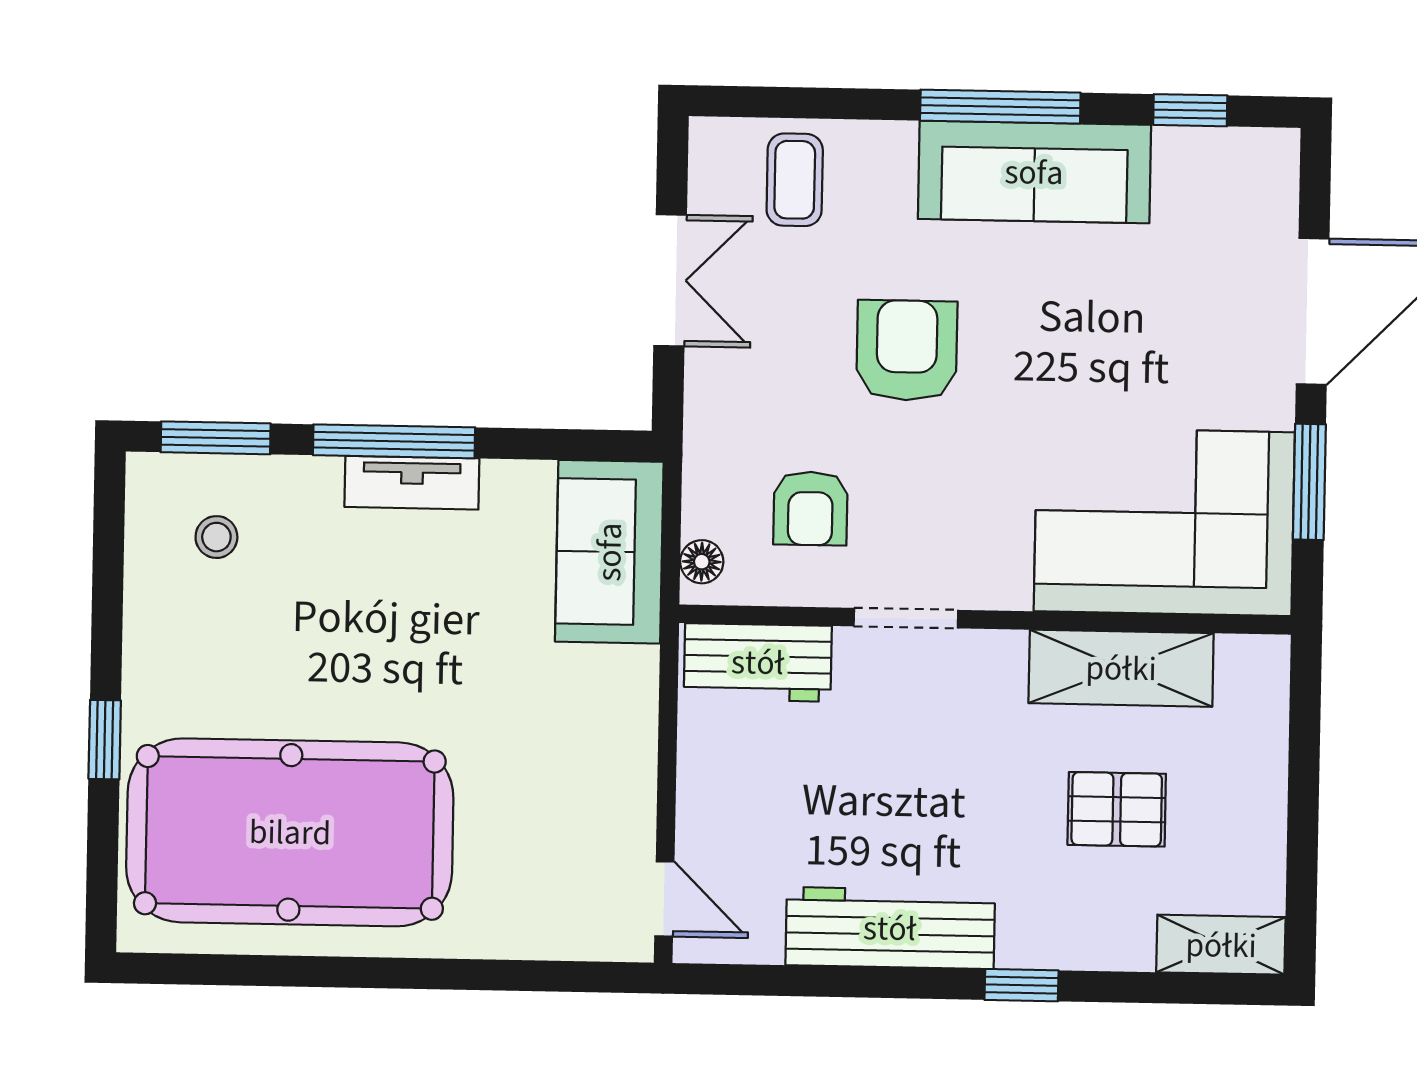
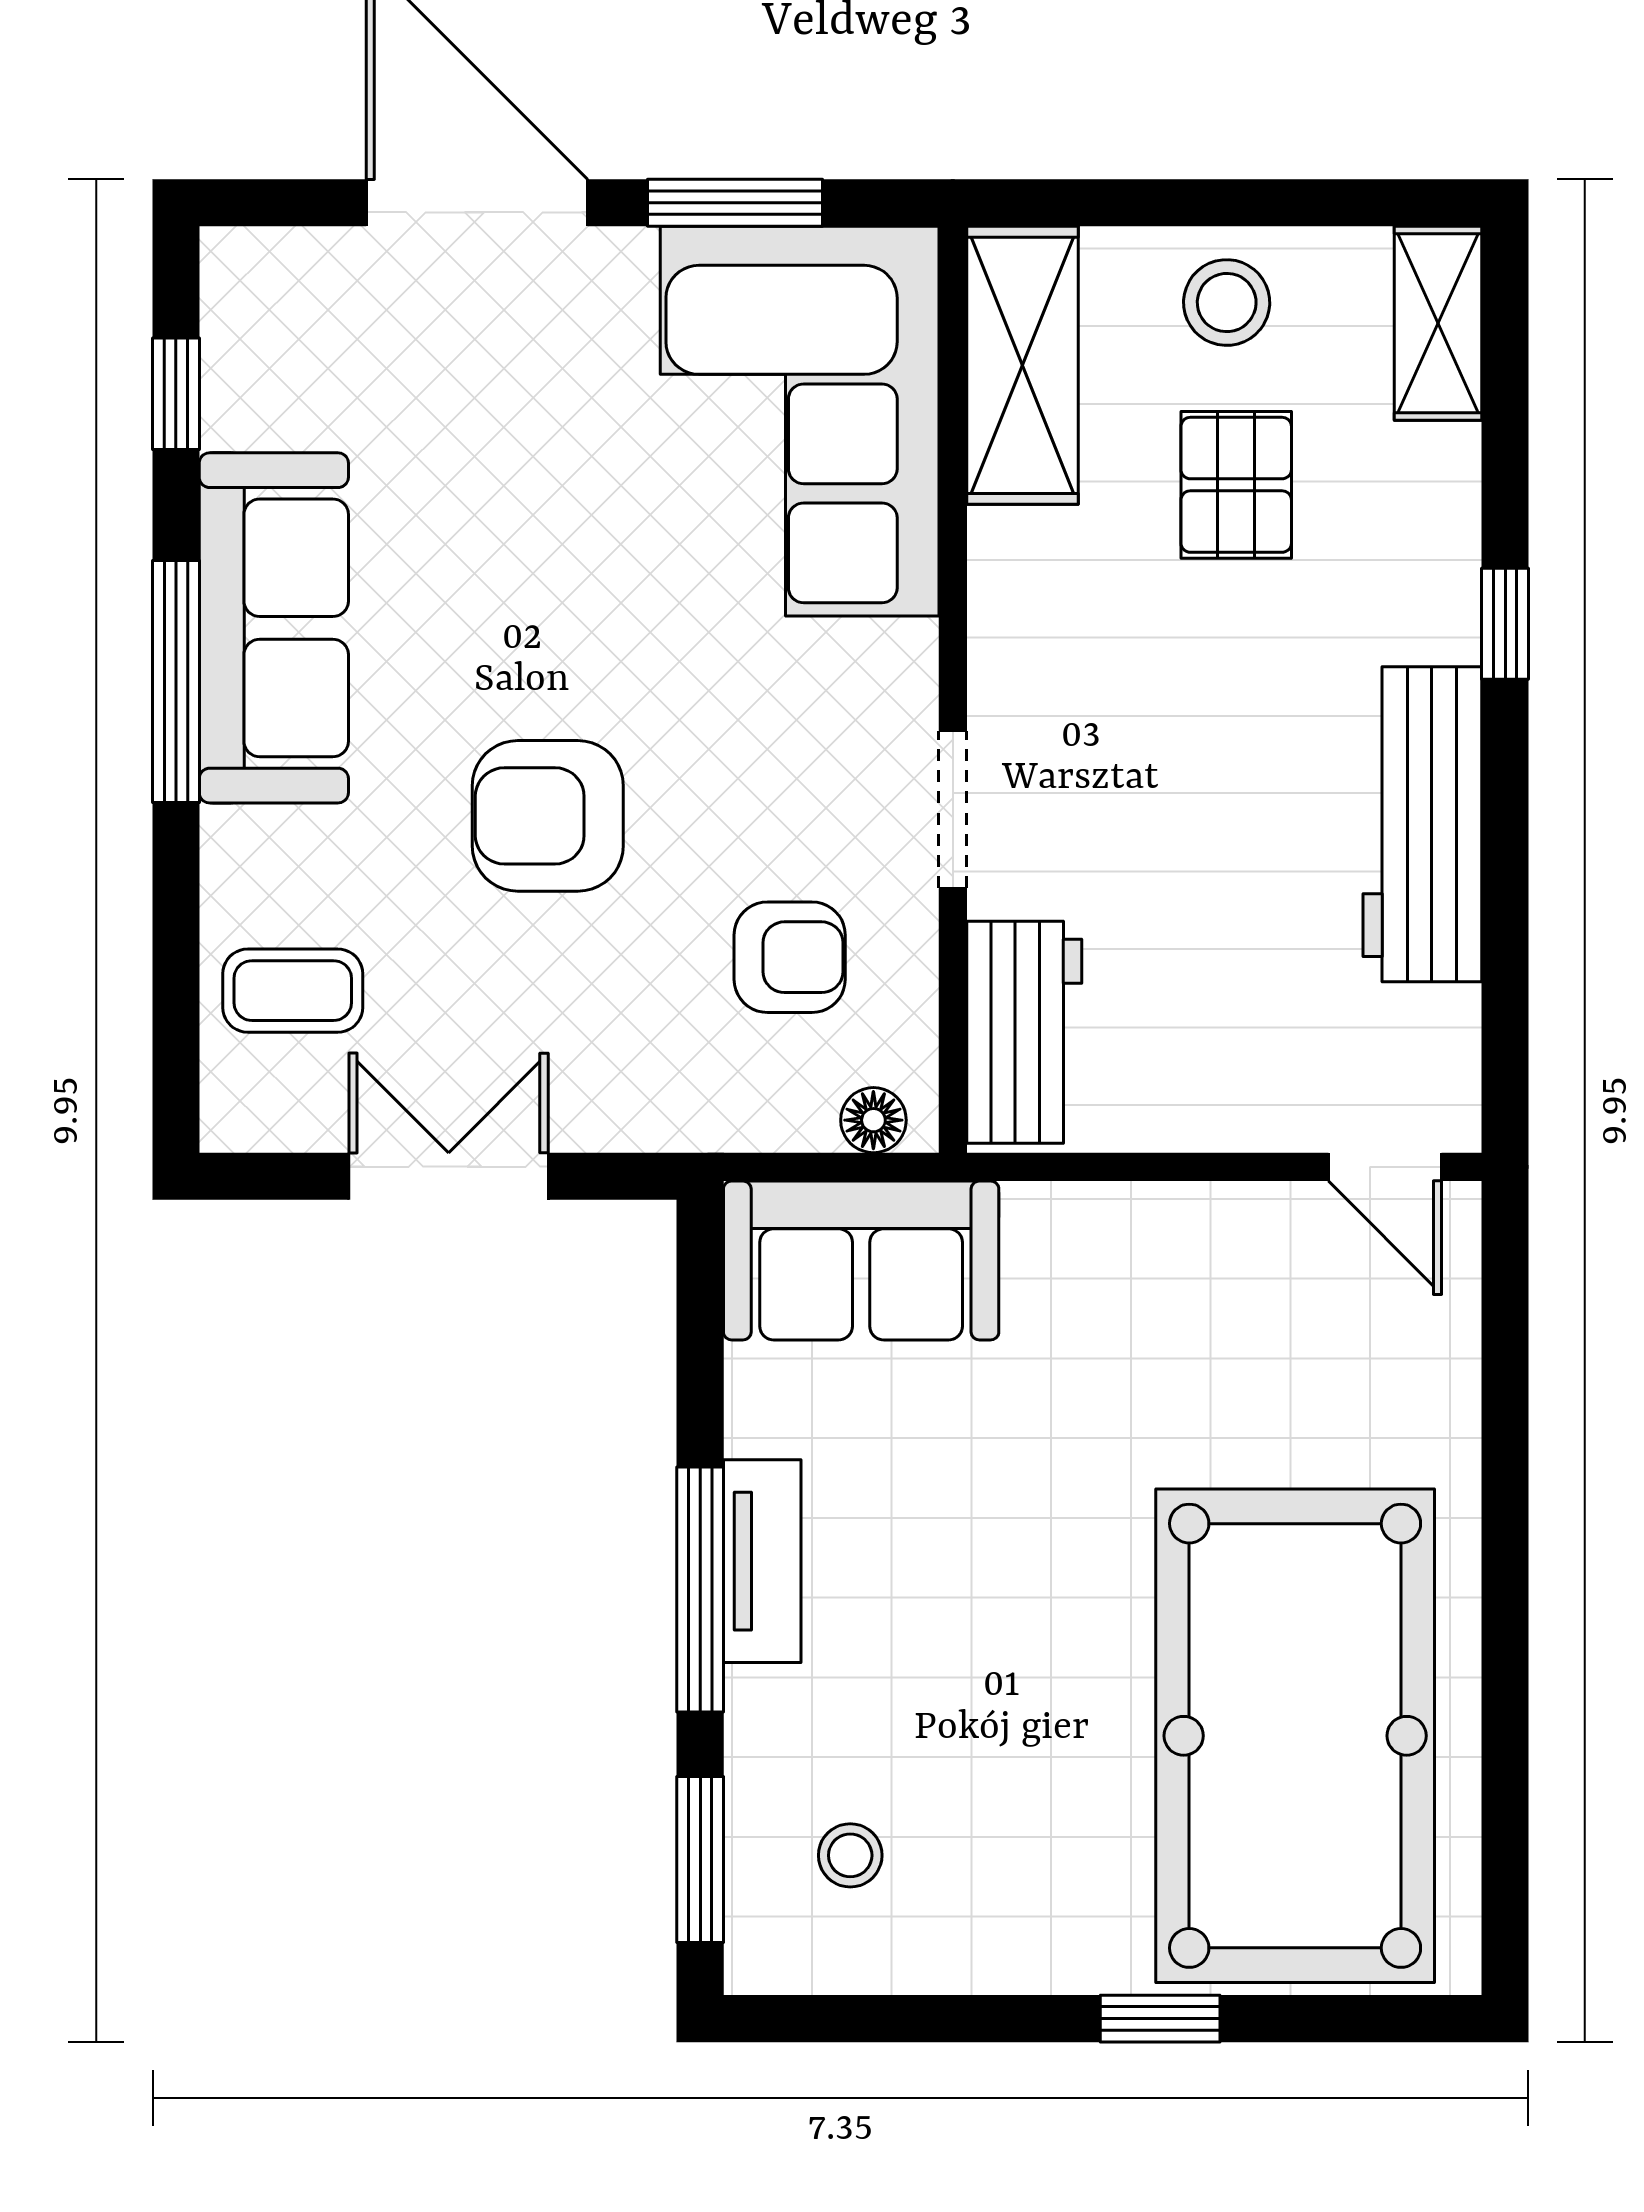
shelving: (1121, 668) -> (1023, 365), moved
stool: (1237, 805) -> (1227, 303), added
door: (664, 899) -> (1385, 1167), swing flipped

